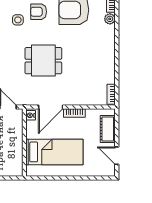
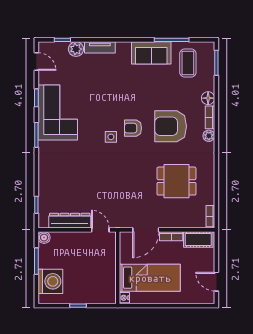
dining table: (43, 61) -> (176, 181), moved
nightstand: (31, 115) -> (124, 298), moved
cot: (108, 129) -> (198, 240), moved, turned 90

